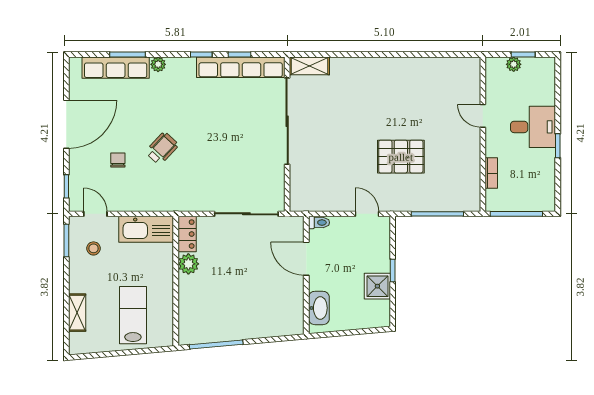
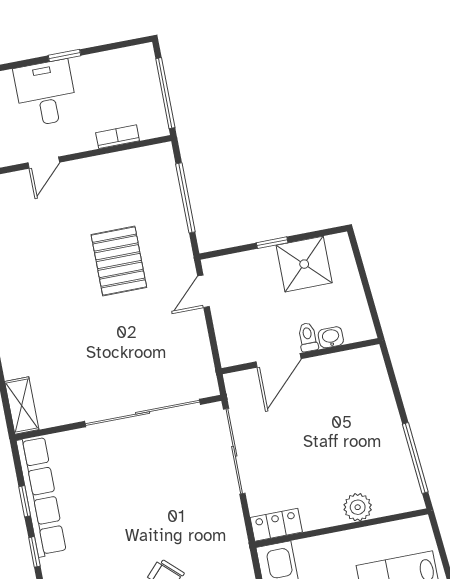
sliding door: (287, 121) -> (143, 413), moved
toilet: (319, 223) -> (308, 337), moved
plant: (188, 264) -> (358, 507), moved
shower: (377, 286) -> (304, 264), width x1.36, depth x1.36
washbasin: (319, 308) -> (331, 337), width x0.52, depth x0.69

